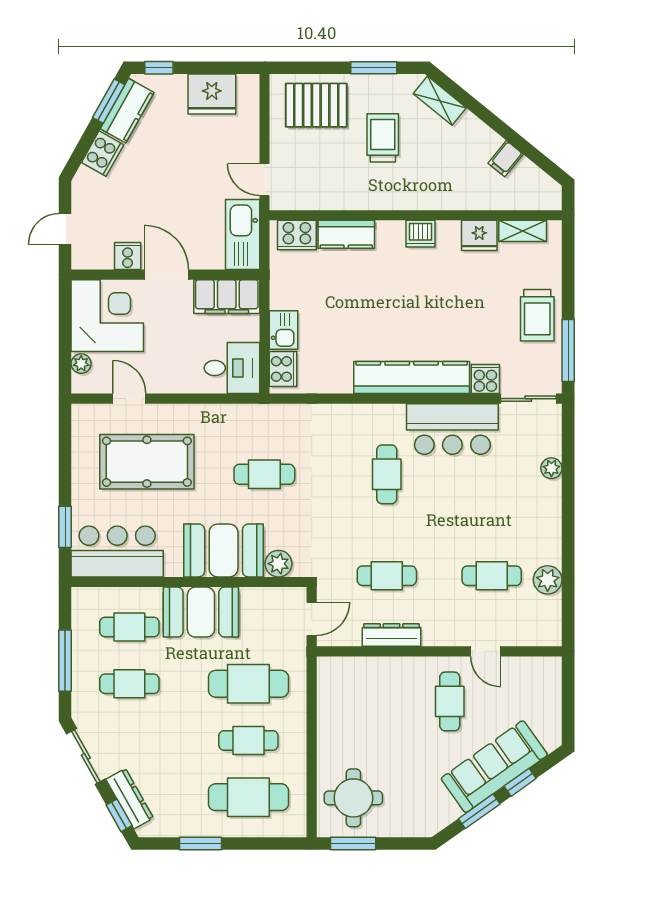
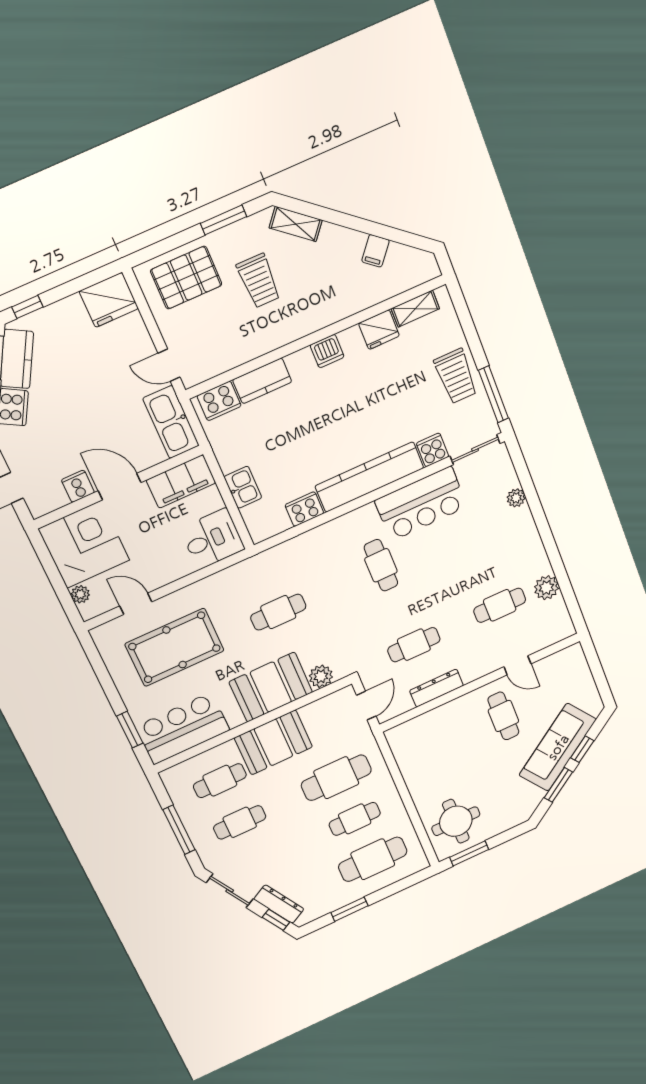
fridge: (212, 94) -> (109, 300), moved
trolley: (383, 138) -> (259, 281), turned 180
cooker: (283, 369) -> (304, 509), moved, turned -90

